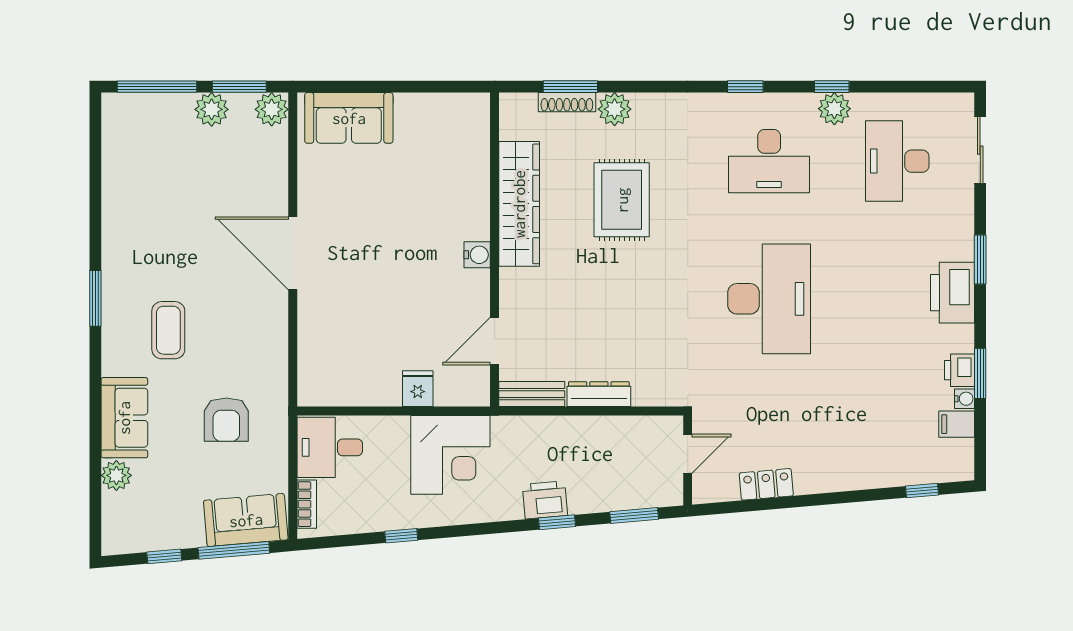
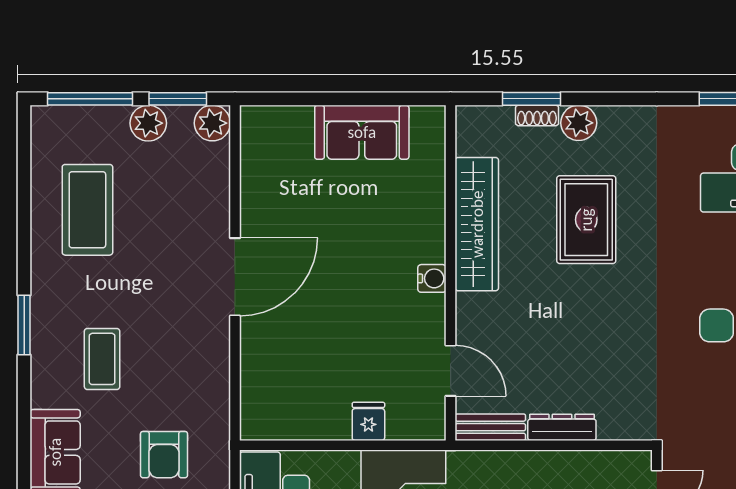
shoe rack: (567, 102) -> (537, 115), width x0.70
sofa: (349, 118) -> (362, 132), moved
coffee table: (155, 191) -> (87, 210), added
door: (293, 253) -> (235, 277), swing flipped
door: (495, 341) -> (451, 371), swing flipped

